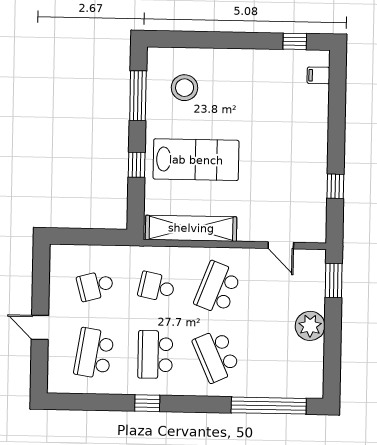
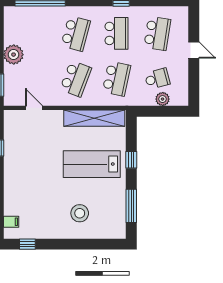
stool: (185, 88) -> (80, 213), moved
plant: (88, 255) -> (163, 99), added
school desk: (157, 287) -> (116, 79), width x1.85
school desk: (216, 356) -> (76, 33), turned 39

